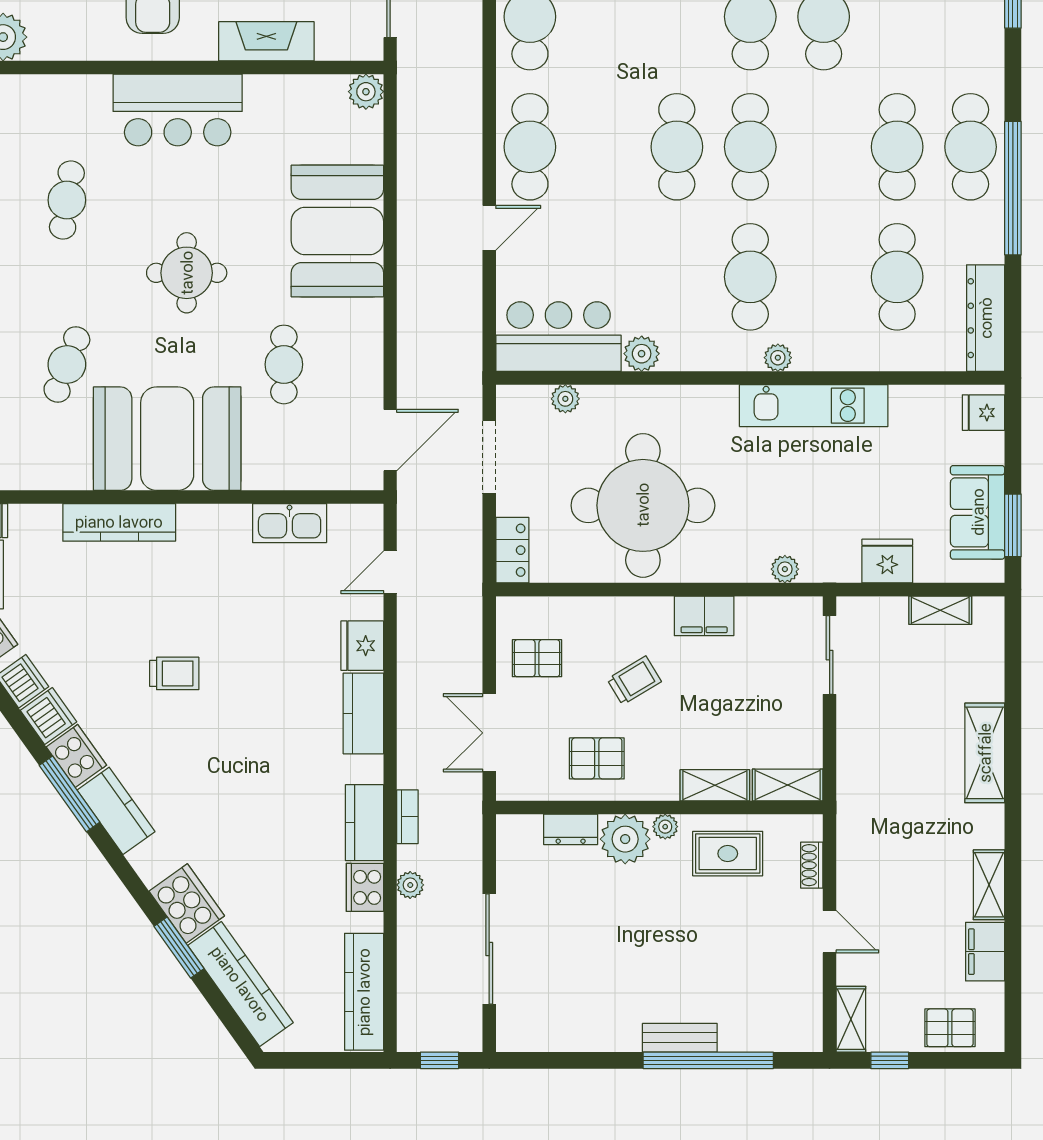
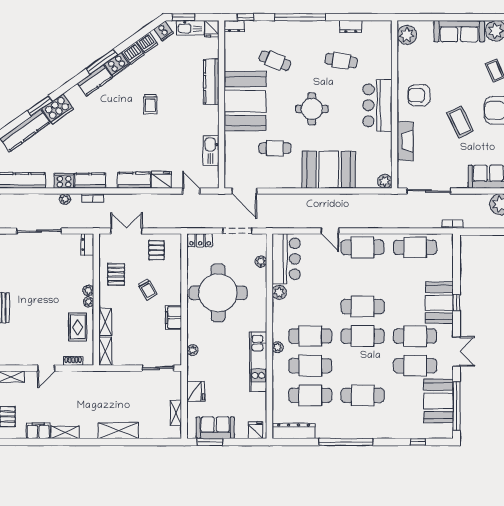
cafe table: (971, 147) -> (310, 366), moved
dresser: (571, 829) -> (87, 244), moved
plant: (625, 839) -> (88, 290), width x0.53, depth x0.53

